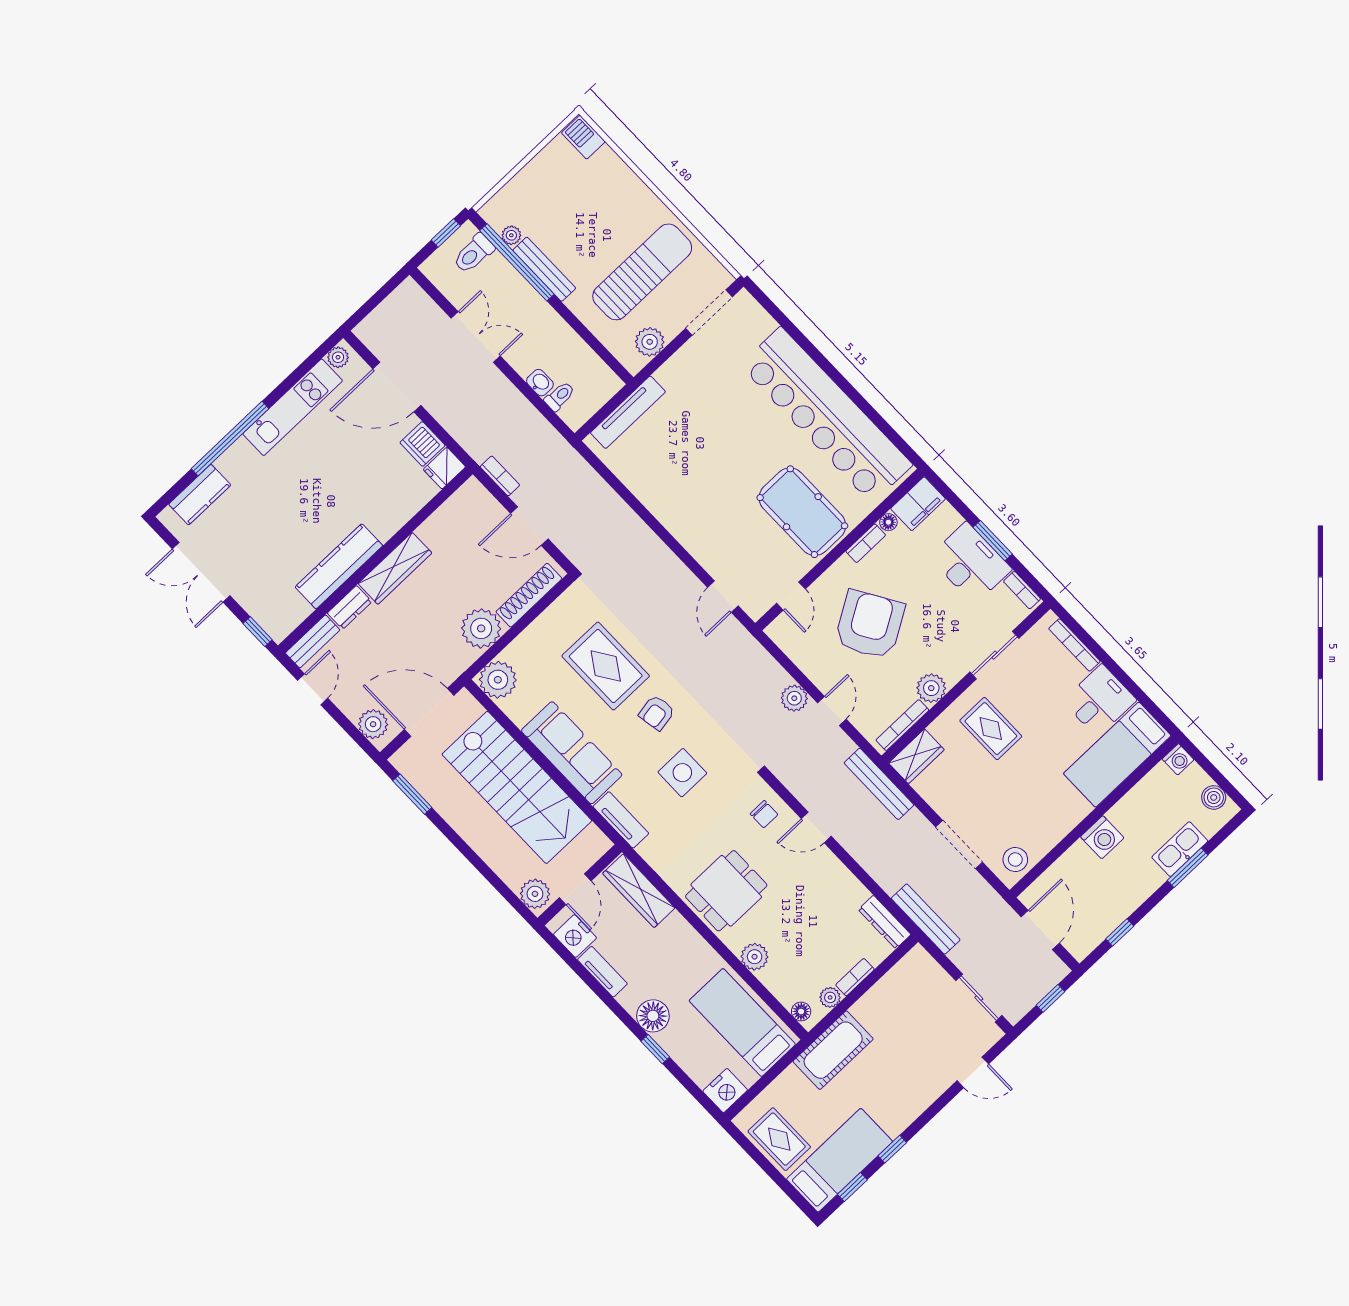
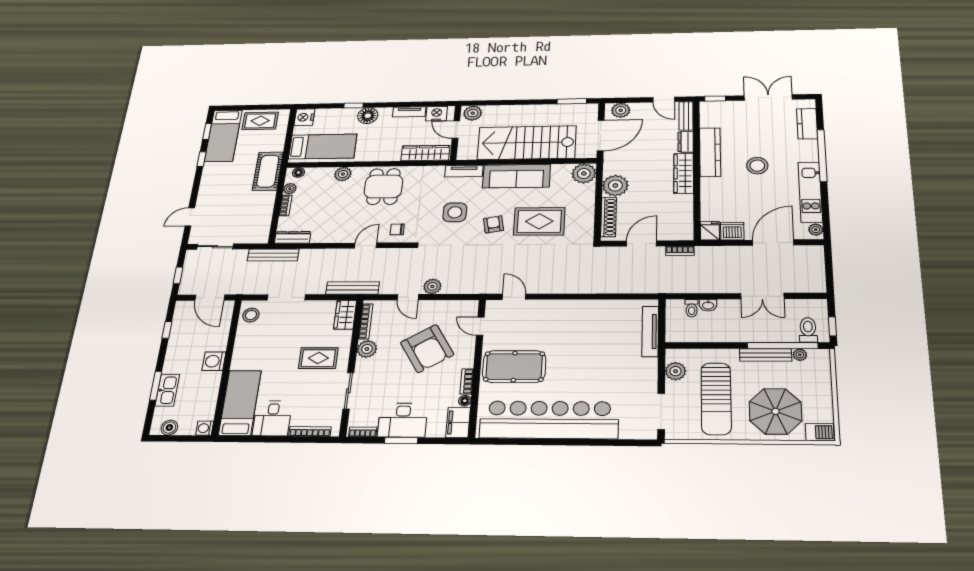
parasol: (601, 201) -> (775, 411), added
stool: (309, 497) -> (757, 166), added

